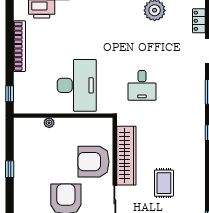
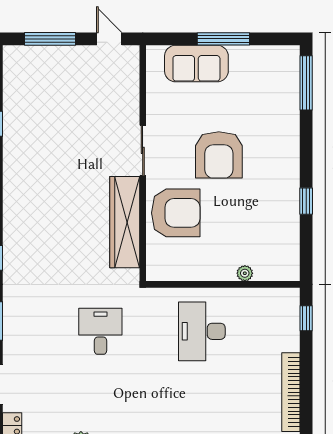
desk: (77, 85) -> (202, 331), width x0.73, depth x0.77
rug: (164, 183) -> (66, 179), removed

